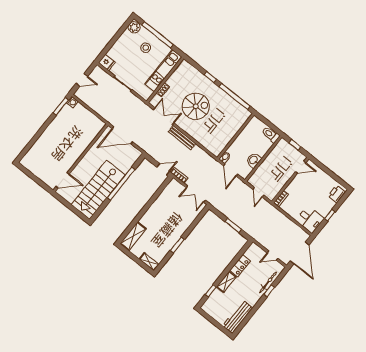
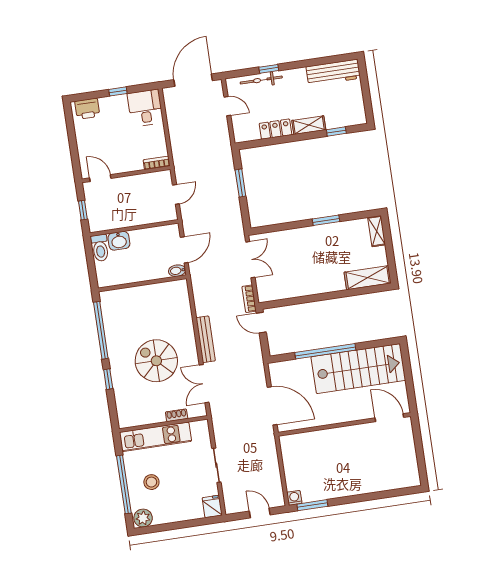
washbasin: (254, 160) -> (119, 241), moved

